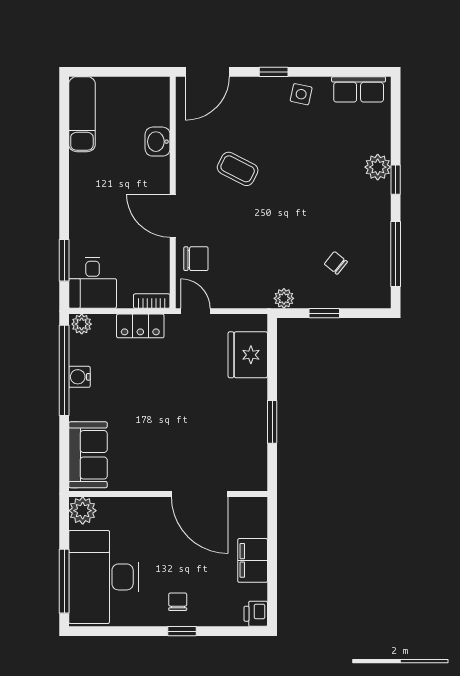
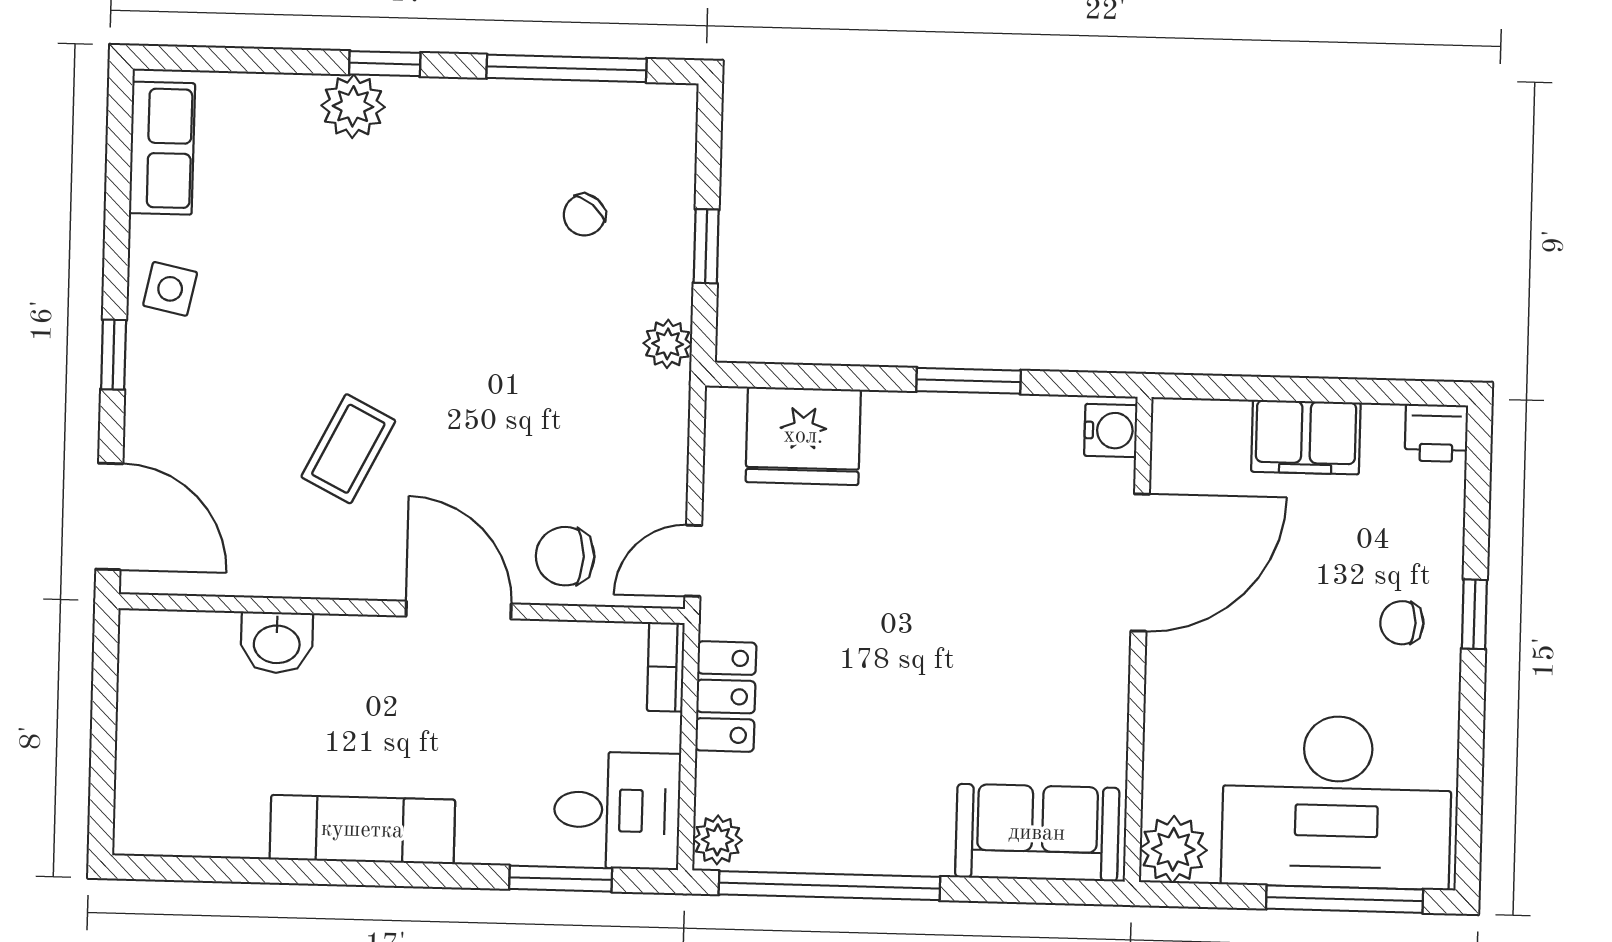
exam couch: (82, 114) -> (362, 830), moved
door: (173, 216) -> (459, 610), swing flipped
chair: (196, 259) -> (565, 556), turned -90
water cooler: (79, 377) -> (1111, 430), moved, turned -90

